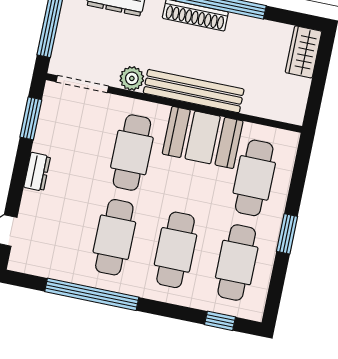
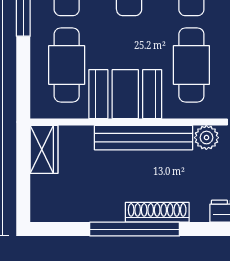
wardrobe: (303, 52) -> (44, 149), moved

